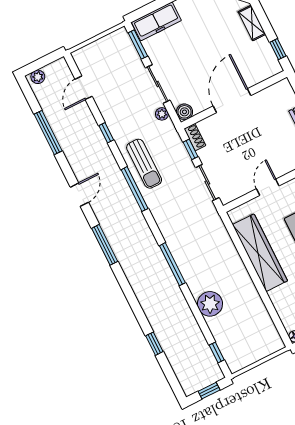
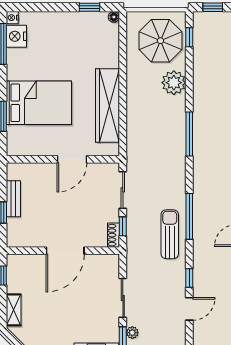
door: (84, 88) -> (189, 309), moved
boiler: (184, 112) -> (112, 262), removed
plant: (162, 114) -> (132, 333), moved
door: (268, 187) -> (72, 159), width x1.38
parasol: (241, 336) -> (160, 41), added

